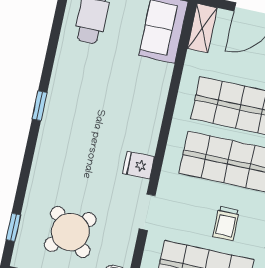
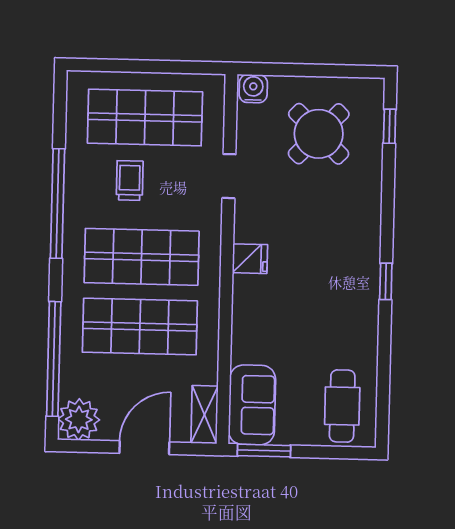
fridge: (139, 165) -> (250, 259), moved

